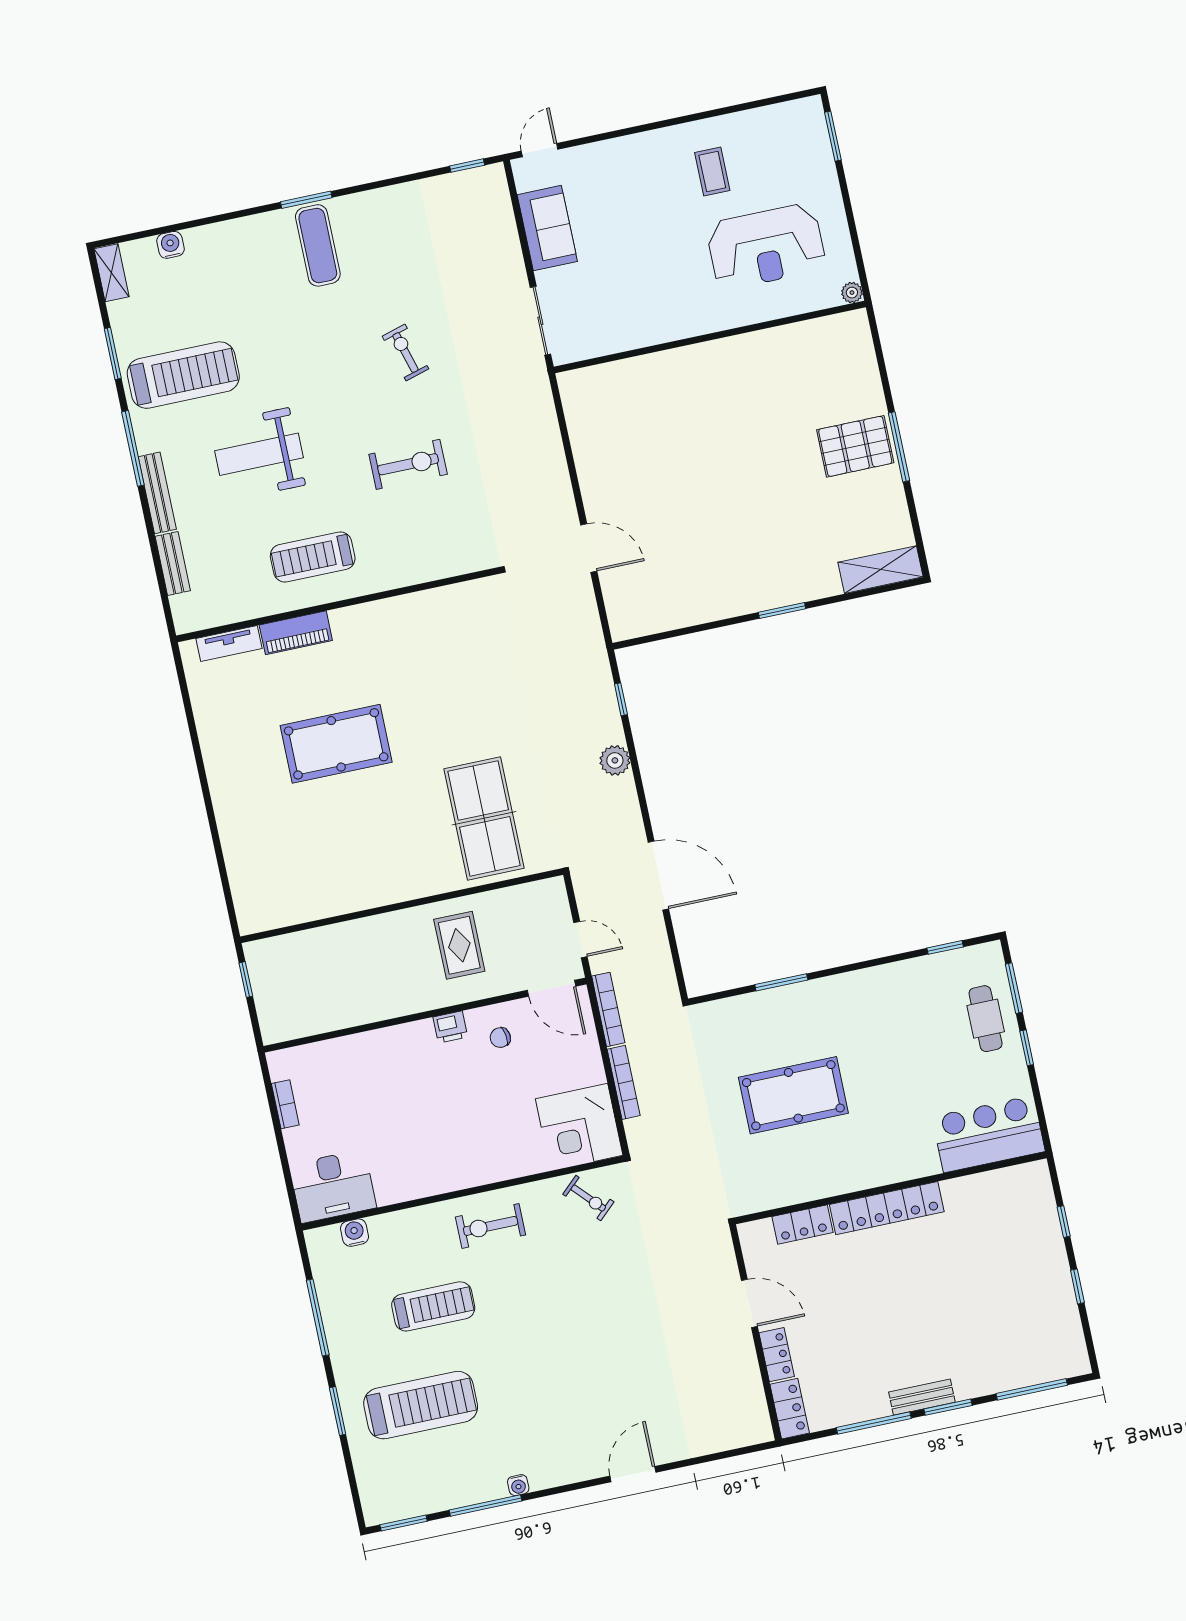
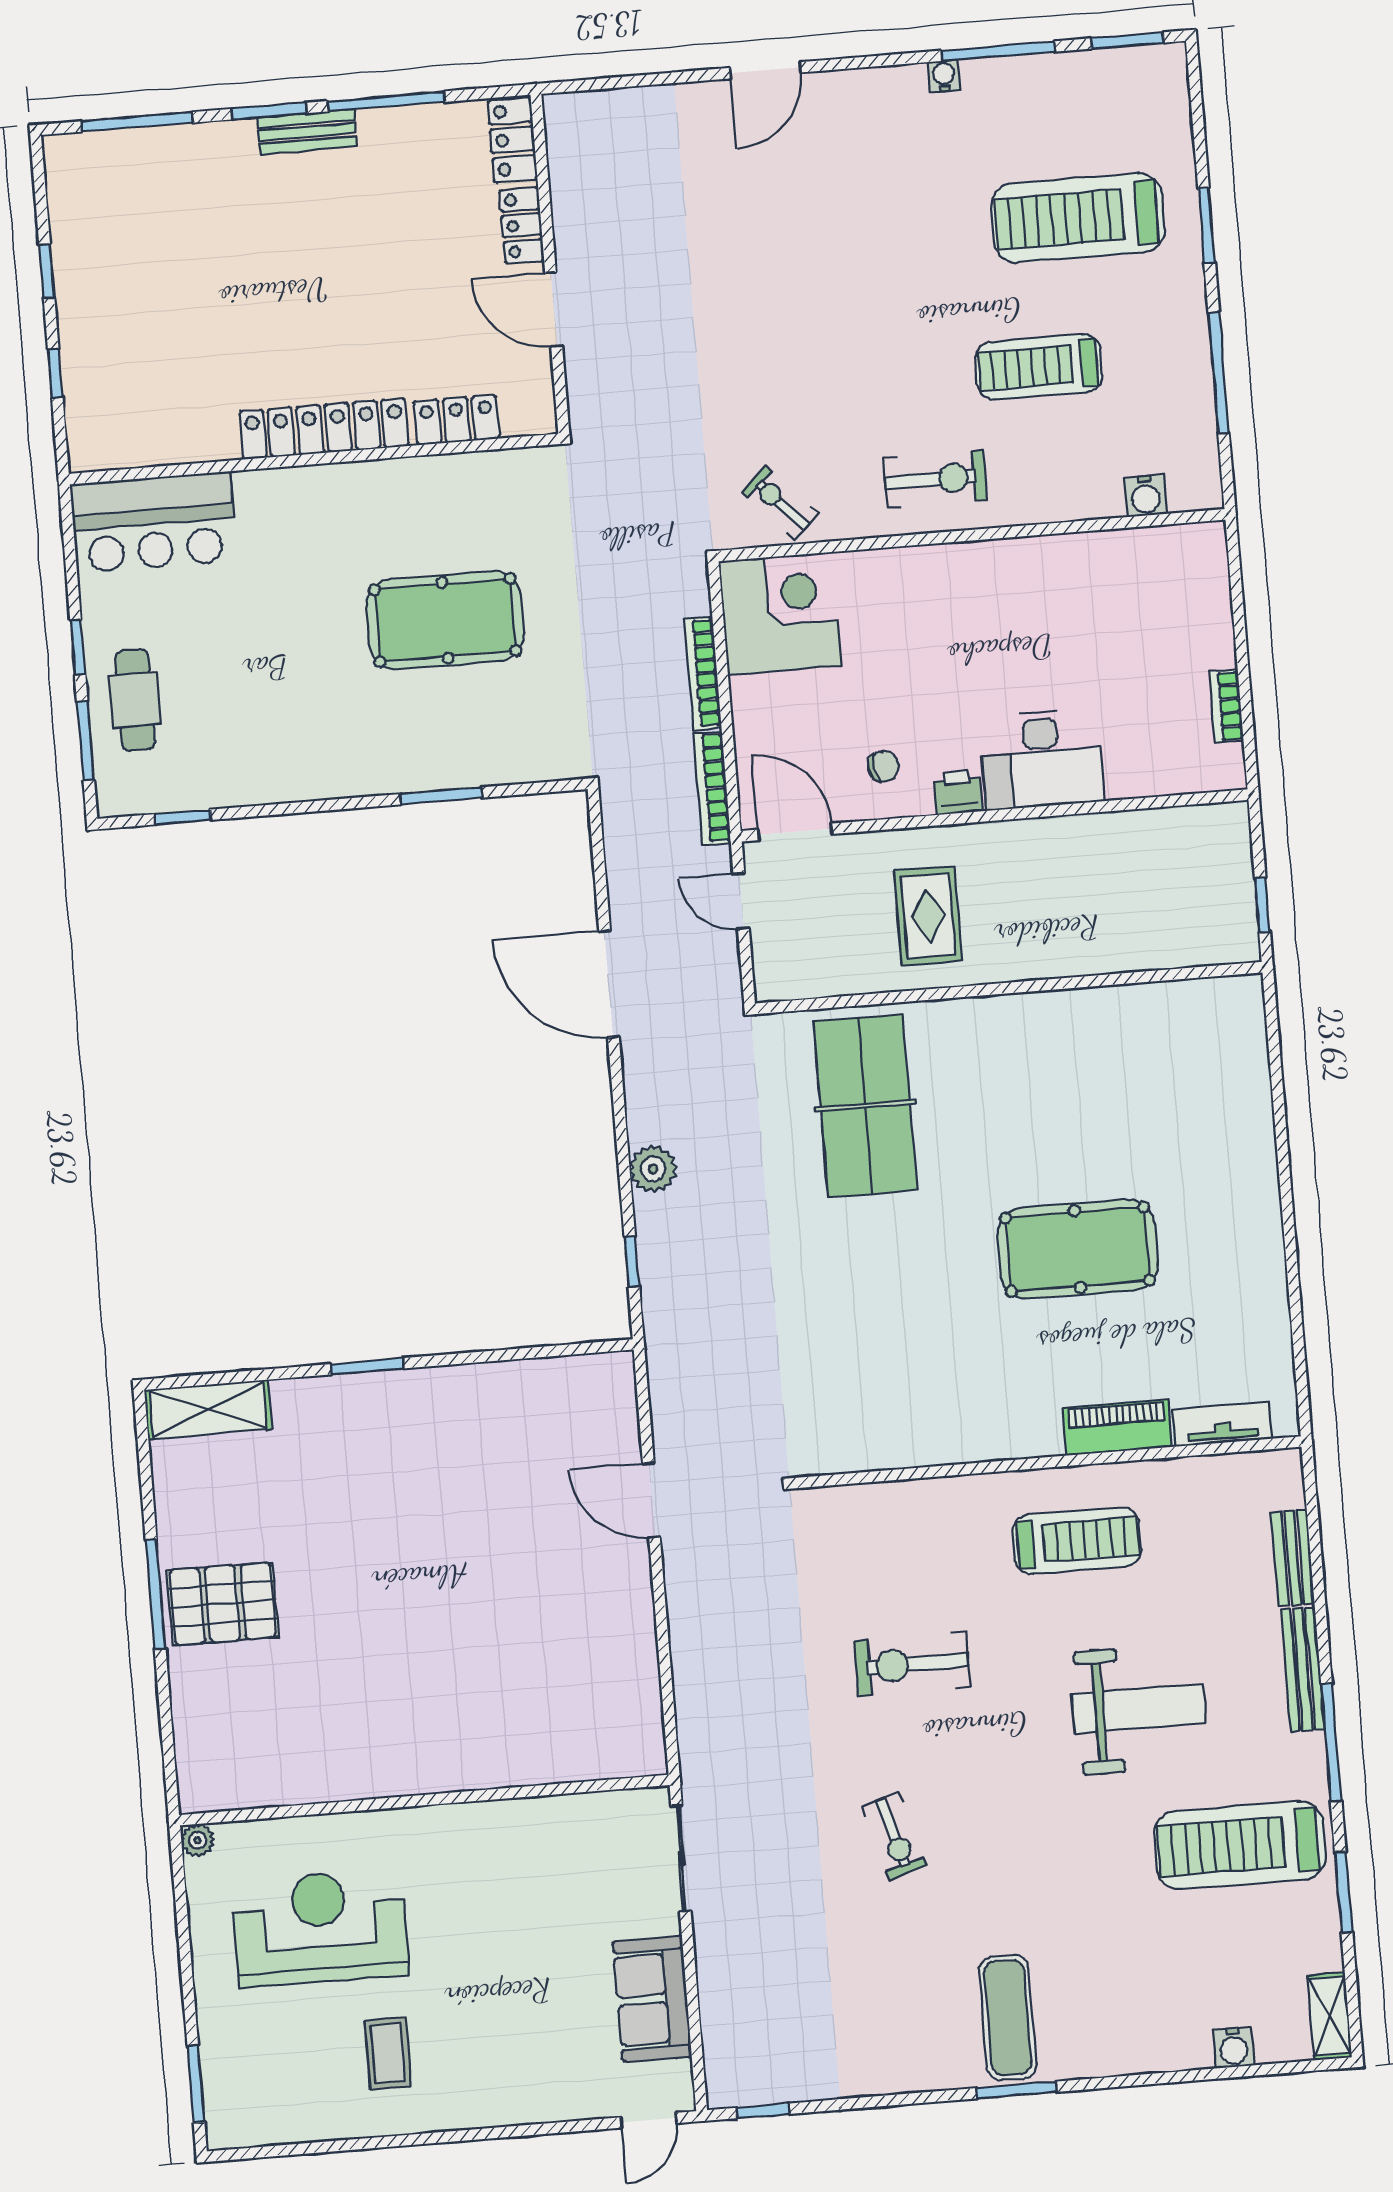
desk: (333, 1186) -> (1042, 759), moved, turned 180

